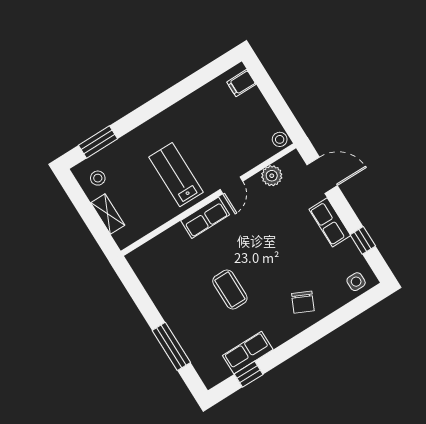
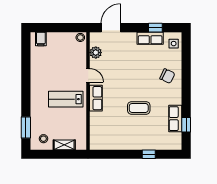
row of seats: (330, 222) -> (150, 38), moved
window: (171, 346) -> (149, 154), width x0.46

